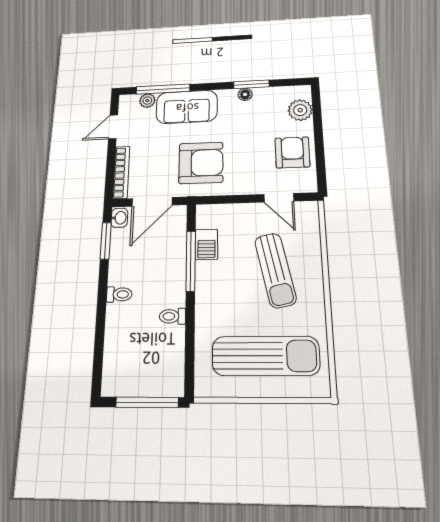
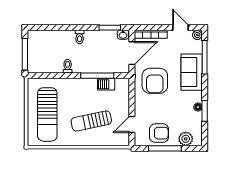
plant: (147, 101) -> (197, 35), moved
window: (319, 142) -> (165, 148), added
door: (152, 202) -> (132, 53), swing flipped

